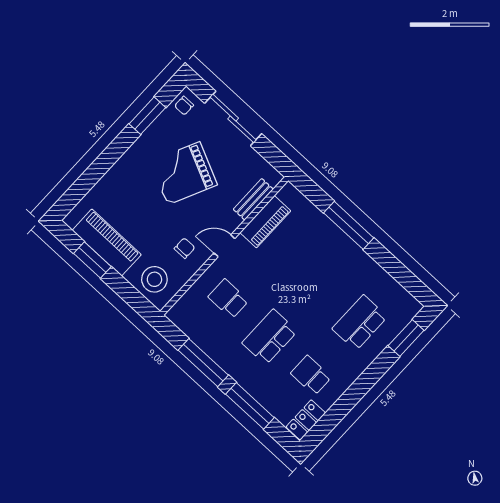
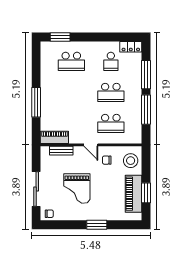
window: (147, 116) -> (97, 225), moved
grand piano: (184, 173) -> (77, 189), turned 65
piano: (265, 222) -> (54, 137), moved
school desk: (228, 299) -> (111, 123), width x1.85

